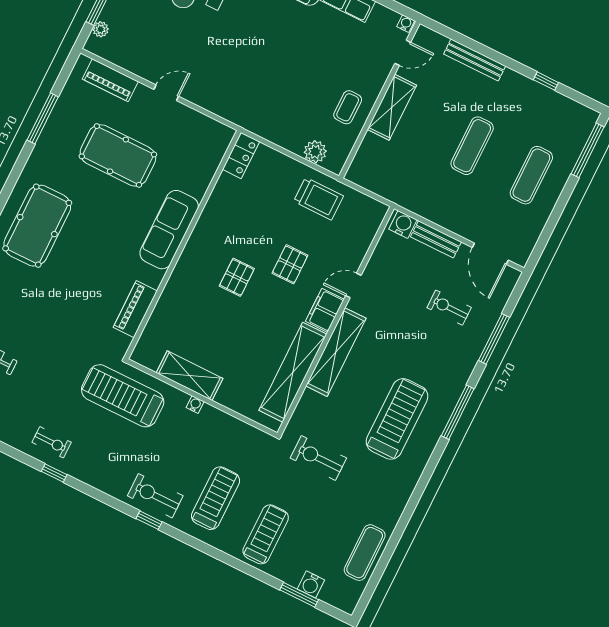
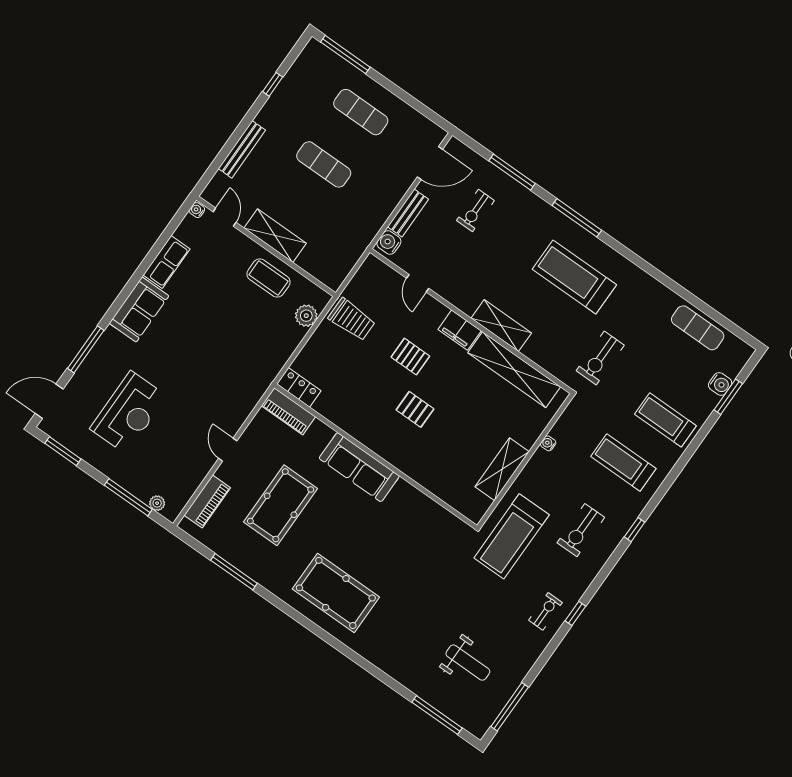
coffee table: (348, 107) -> (268, 278), width x1.36, depth x1.30
trolley: (319, 199) -> (352, 319), turned 90
door: (353, 285) -> (418, 283), moved
piano: (135, 309) -> (288, 411), moved
shelving: (336, 352) -> (501, 326), width x0.68
water cooler: (195, 404) -> (548, 443), moved
exercise bike: (155, 496) -> (581, 530), moved

